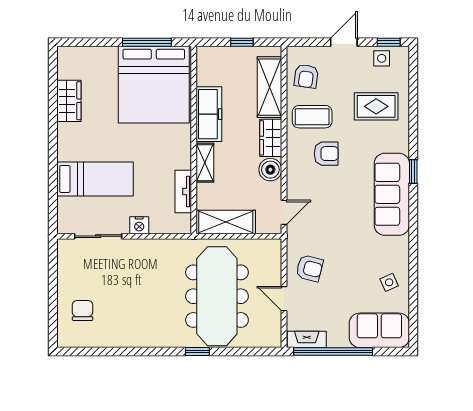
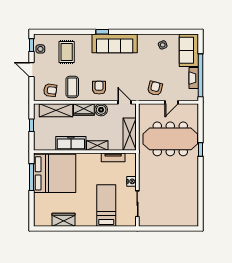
armchair: (326, 154) -> (99, 88), moved
chair: (83, 310) -> (178, 212), removed
fireplace: (307, 339) -> (194, 78), moved

